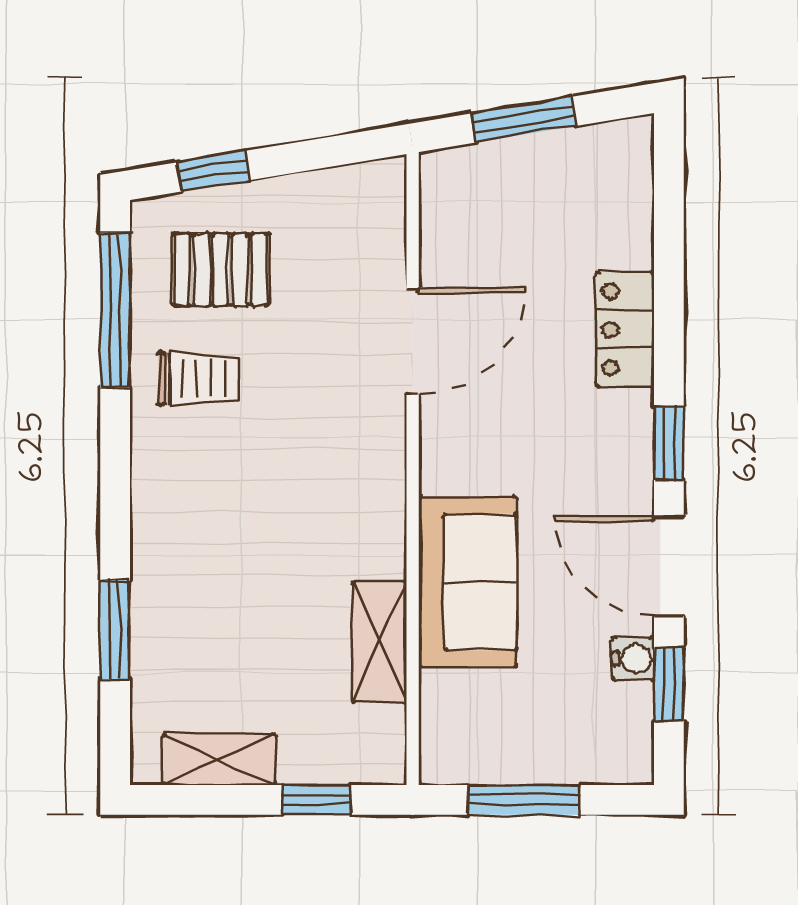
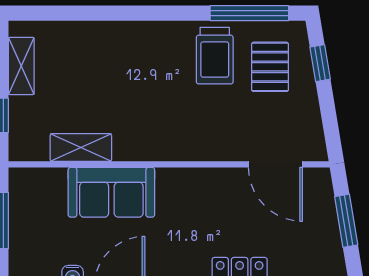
door: (413, 341) -> (275, 164), moved
trolley: (199, 379) -> (215, 56), width x1.36, depth x1.39
window: (115, 630) -> (87, 13), removed

